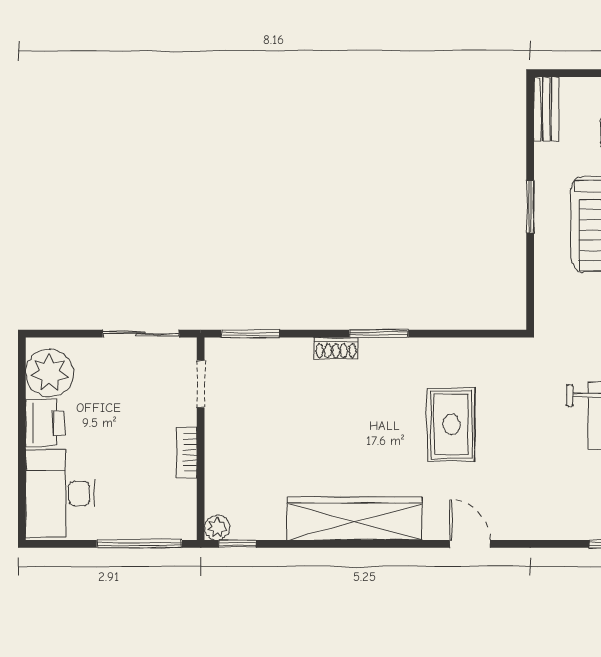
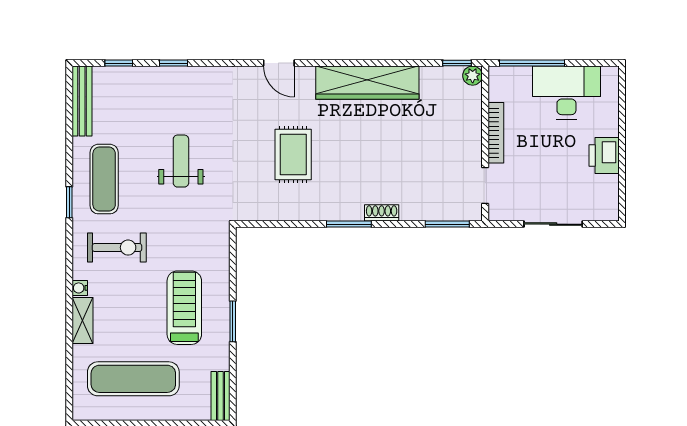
sliding door: (141, 334) -> (553, 224), moved
plant: (49, 373) -> (601, 194), removed
bookcase: (187, 453) -> (496, 133), width x1.56
desk: (60, 494) -> (566, 92), moved, turned -90

